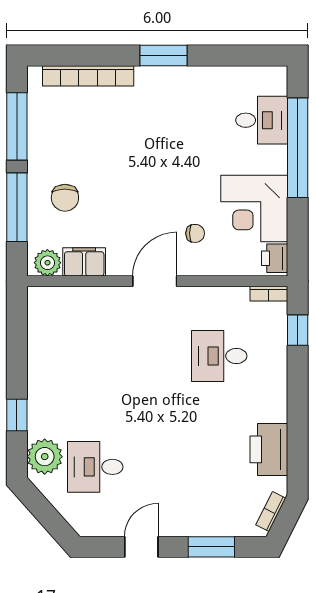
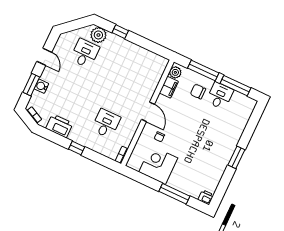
bookcase: (88, 76) -> (242, 124), removed
desk: (262, 120) -> (220, 96), moved, turned 180
window: (298, 148) -> (174, 194), width x0.68
printer: (275, 258) -> (206, 197), moved
window: (298, 330) -> (77, 148), moved
water cooler: (205, 524) -> (41, 86), added

